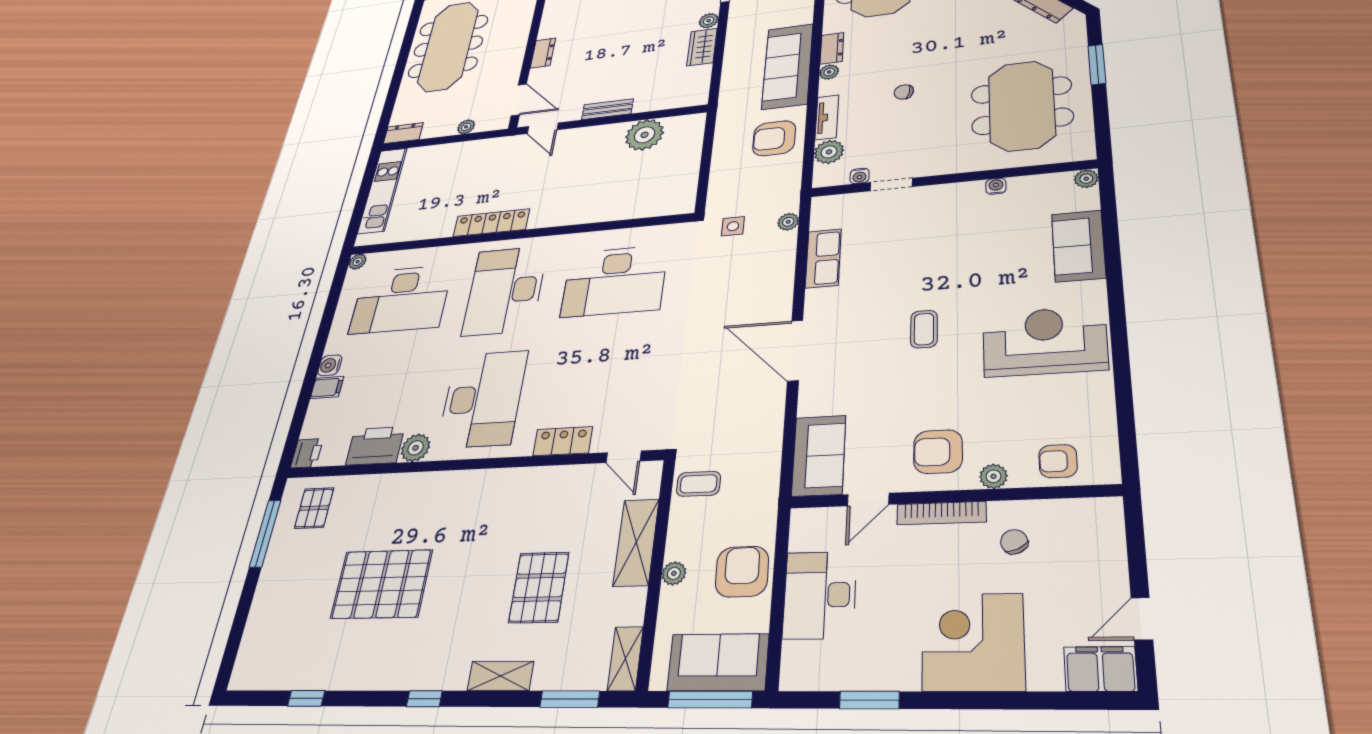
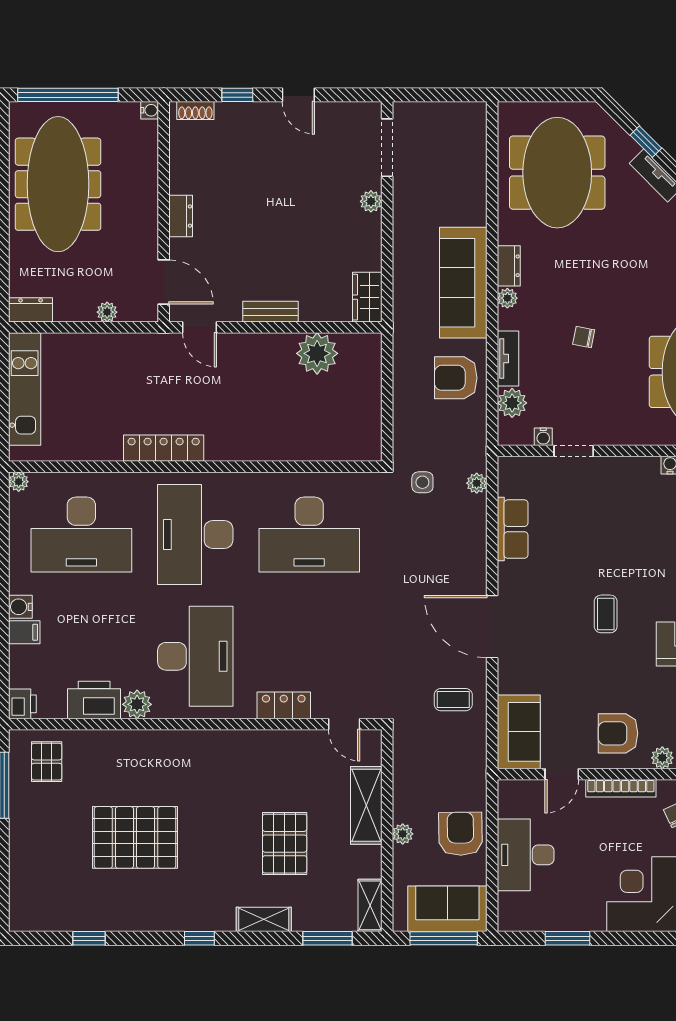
wardrobe: (702, 47) -> (367, 297), moved
coffee table: (698, 484) -> (453, 700), moved

